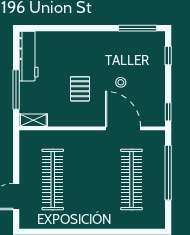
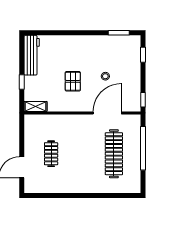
window: (138, 28) -> (119, 33), width x0.69
window: (16, 90) -> (22, 82), width x0.46
door: (123, 128) -> (107, 113), hinge flipped
clothes rail: (53, 179) -> (51, 154), width x0.54, depth x0.76

